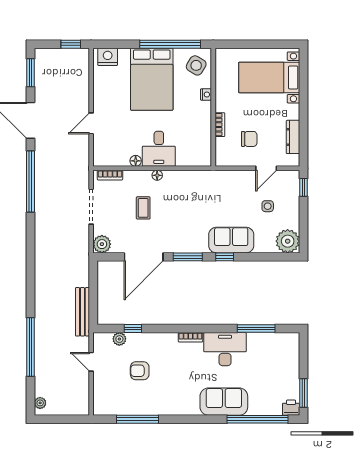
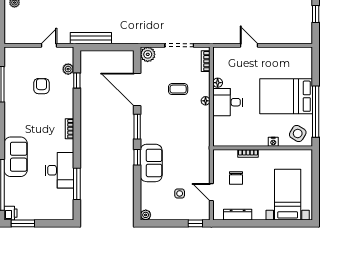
window: (71, 44) -> (316, 14), moved
nightstand: (108, 57) -> (305, 59), removed
plant: (288, 241) -> (146, 215), width x0.53, depth x0.53
desk: (225, 349) -> (60, 170), moved

